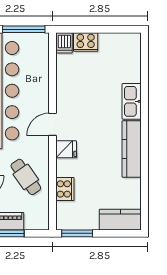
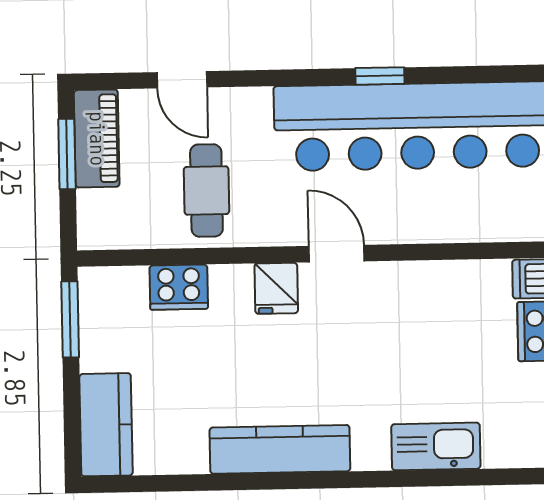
kitchen sink: (132, 101) -> (436, 446), moved
cafe table: (26, 177) -> (206, 190), turned -55

